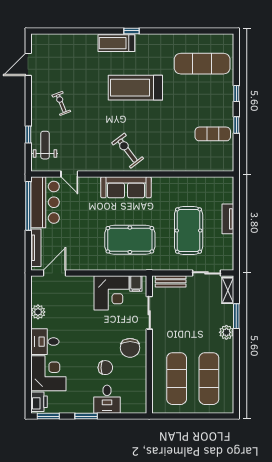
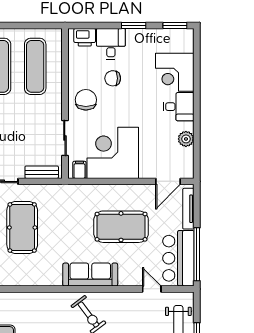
pool table: (130, 240) -> (121, 227), moved
corner desk: (112, 293) -> (113, 153), width x1.36, depth x1.36
printer: (39, 402) -> (85, 37), moved, turned -90

